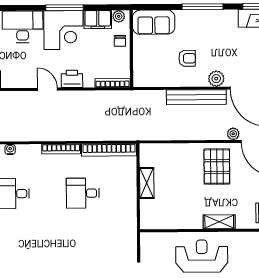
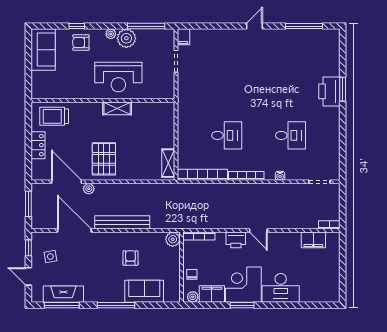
window: (65, 8) -> (242, 305), width x0.69
sofa: (154, 22) -> (144, 291), moved
armchair: (187, 58) -> (130, 258), turned 90
plant: (216, 79) -> (173, 239), moved
water cooler: (10, 149) -> (280, 176), moved
shelving: (147, 183) -> (168, 163), moved
shelving: (219, 222) -> (117, 108), moved

